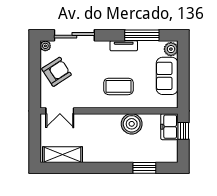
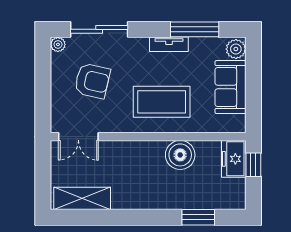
armchair: (57, 72) -> (92, 81), moved, turned 46
coffee table: (119, 86) -> (162, 102), width x1.36, depth x1.32

